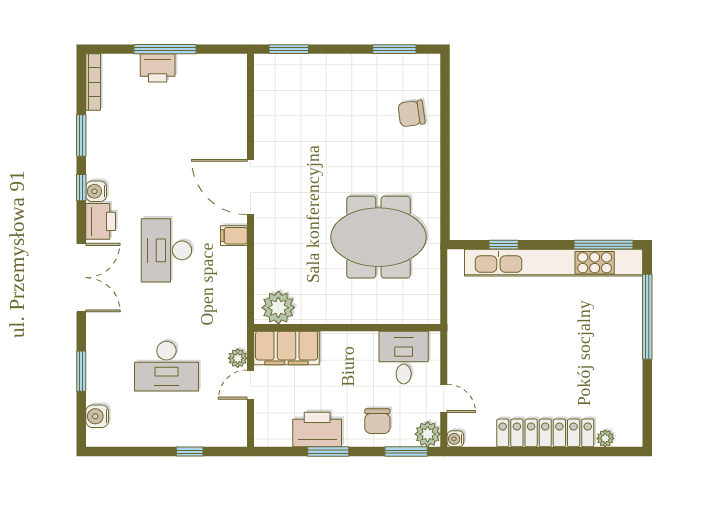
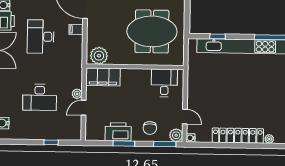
plant: (278, 308) -> (99, 56), moved
wall: (347, 328) -> (135, 67), moved
filing cabinet: (287, 348) -> (103, 77), moved
desk: (404, 358) -> (164, 83), moved

